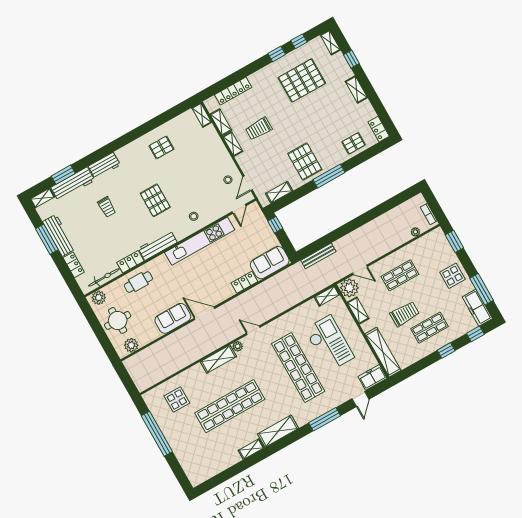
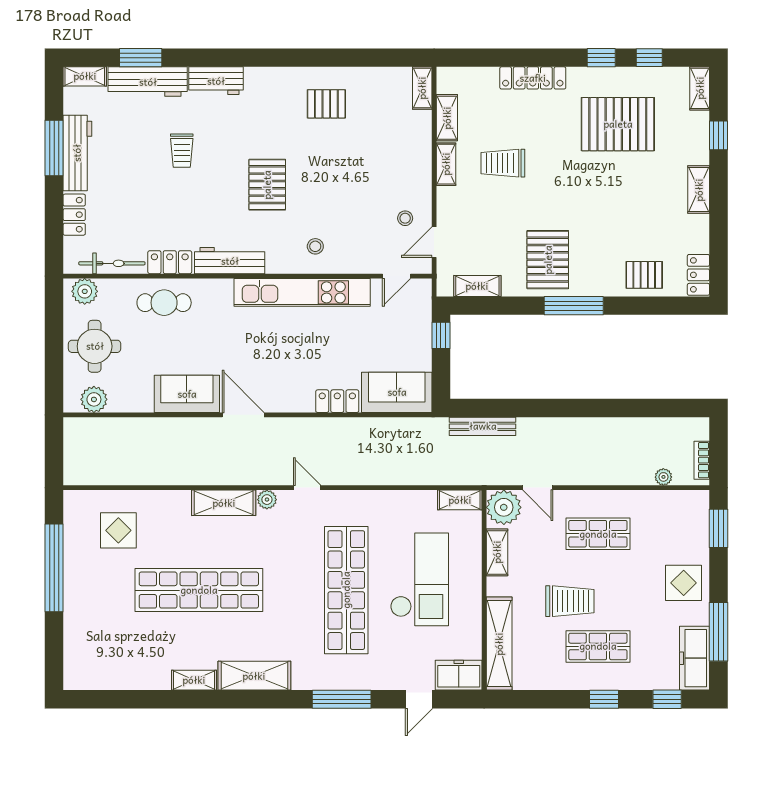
locker: (233, 91) -> (533, 78), moved

